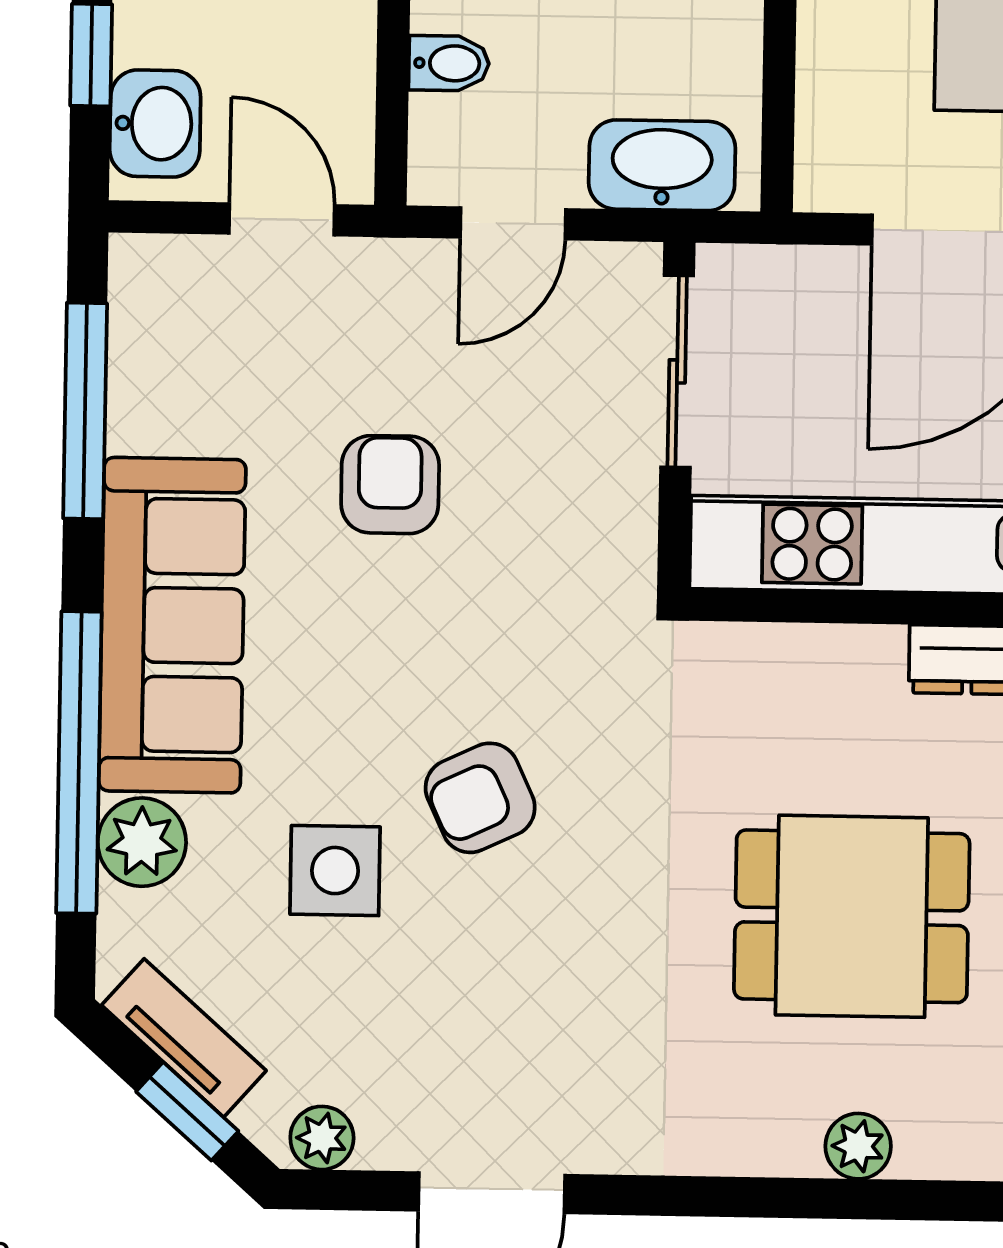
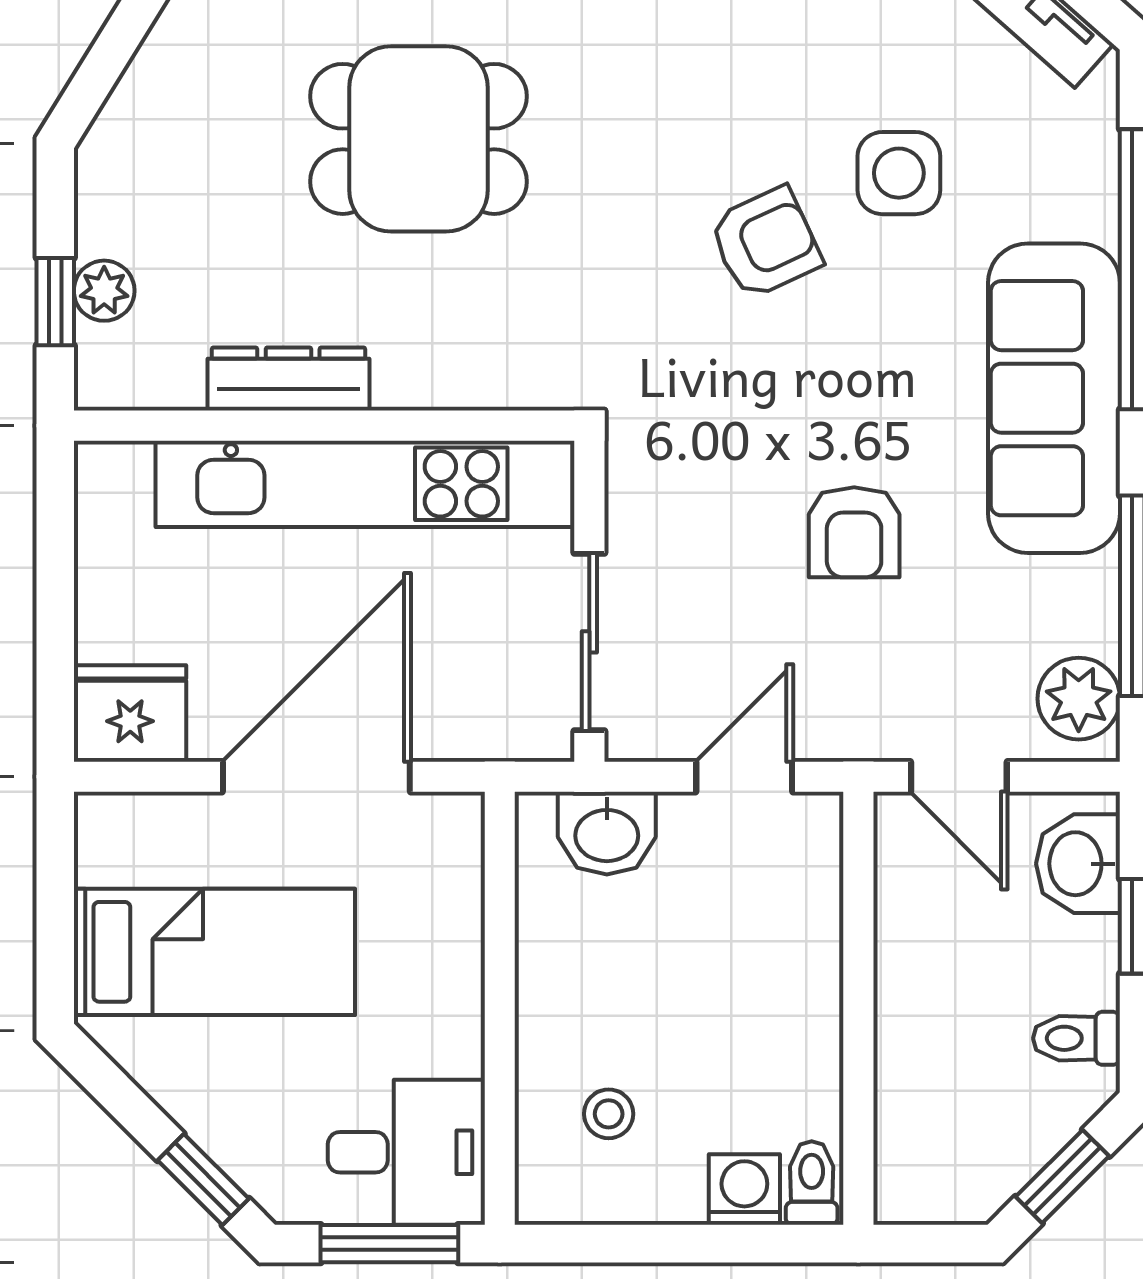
bidet: (449, 63) -> (806, 924), removed
washbasin: (662, 165) -> (607, 833), width x0.72
plant: (142, 842) -> (1079, 699), moved

